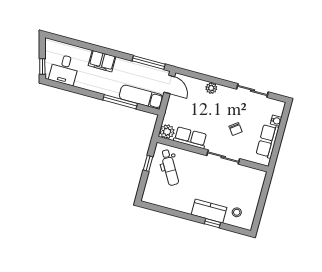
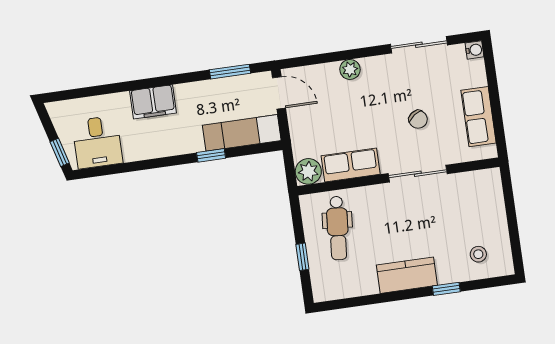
window: (149, 62) -> (230, 72), width x0.69
window: (120, 102) -> (211, 155), width x0.46
water cooler: (276, 121) -> (475, 50), moved
window: (148, 163) -> (302, 257), moved
dental chair: (170, 167) -> (338, 228), turned 35
kitchen counter: (209, 211) -> (407, 275), moved

